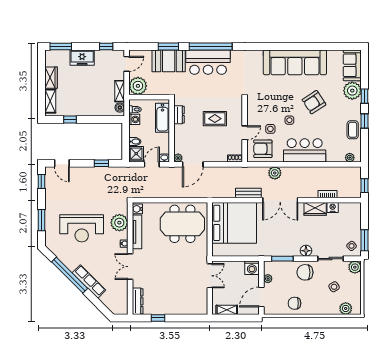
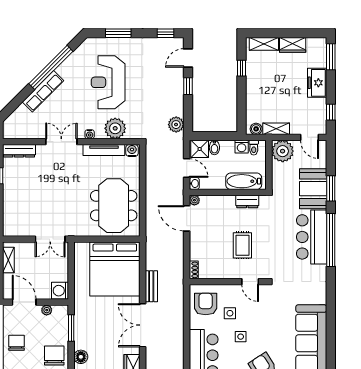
door: (245, 133) -> (250, 282), moved
window: (101, 163) -> (188, 86), moved
plant: (275, 173) -> (176, 125), moved

